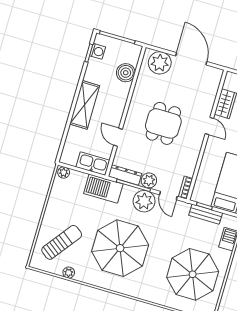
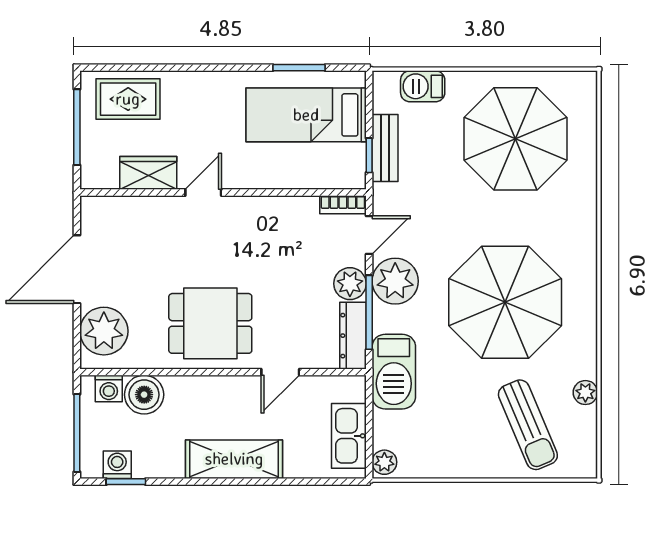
washing machine: (133, 58) -> (109, 388), added
dining table: (163, 123) -> (210, 323), moved
kitchen sink: (93, 164) -> (349, 436), moved
sun lounger: (62, 242) -> (528, 425), turned -150

